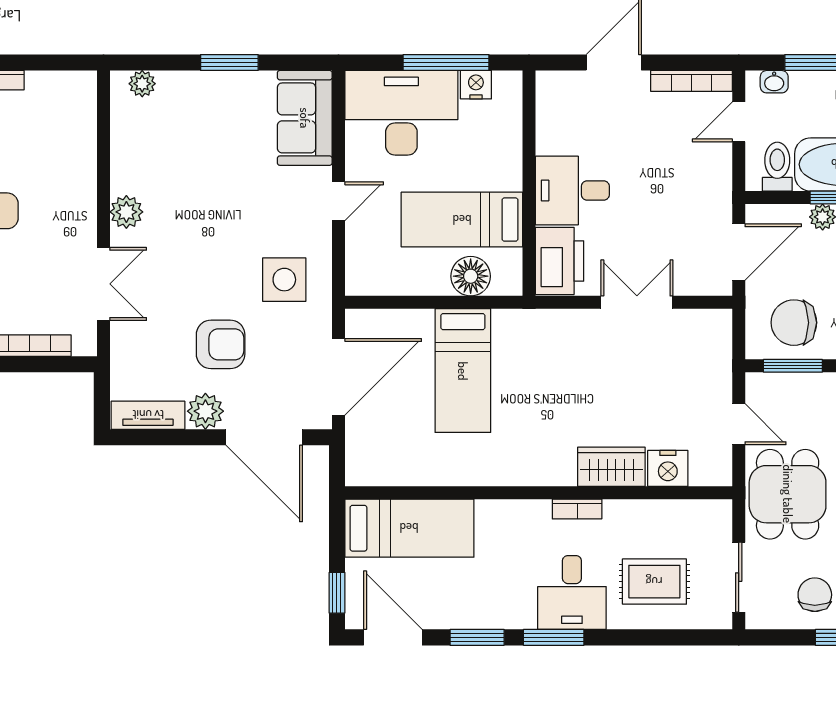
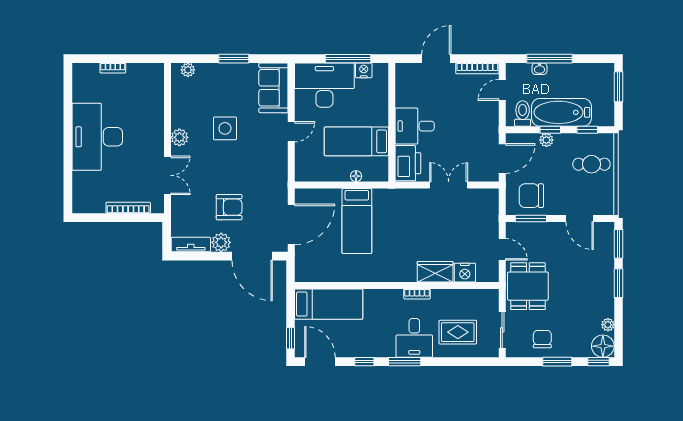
washbasin: (774, 82) -> (539, 69), moved
floor lamp: (471, 276) -> (356, 176), width x0.53, depth x0.53
side table: (284, 280) -> (225, 128), moved
window: (477, 637) -> (364, 362), width x0.67

